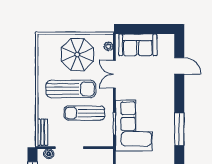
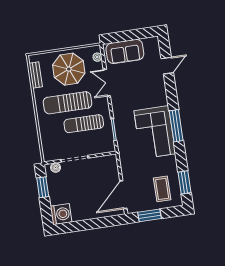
door: (179, 66) -> (167, 66), hinge flipped
sun lounger: (71, 89) -> (68, 103), turned 180
corner sofa: (134, 125) -> (155, 132), moved, turned 180
bench: (42, 132) -> (36, 75), moved

